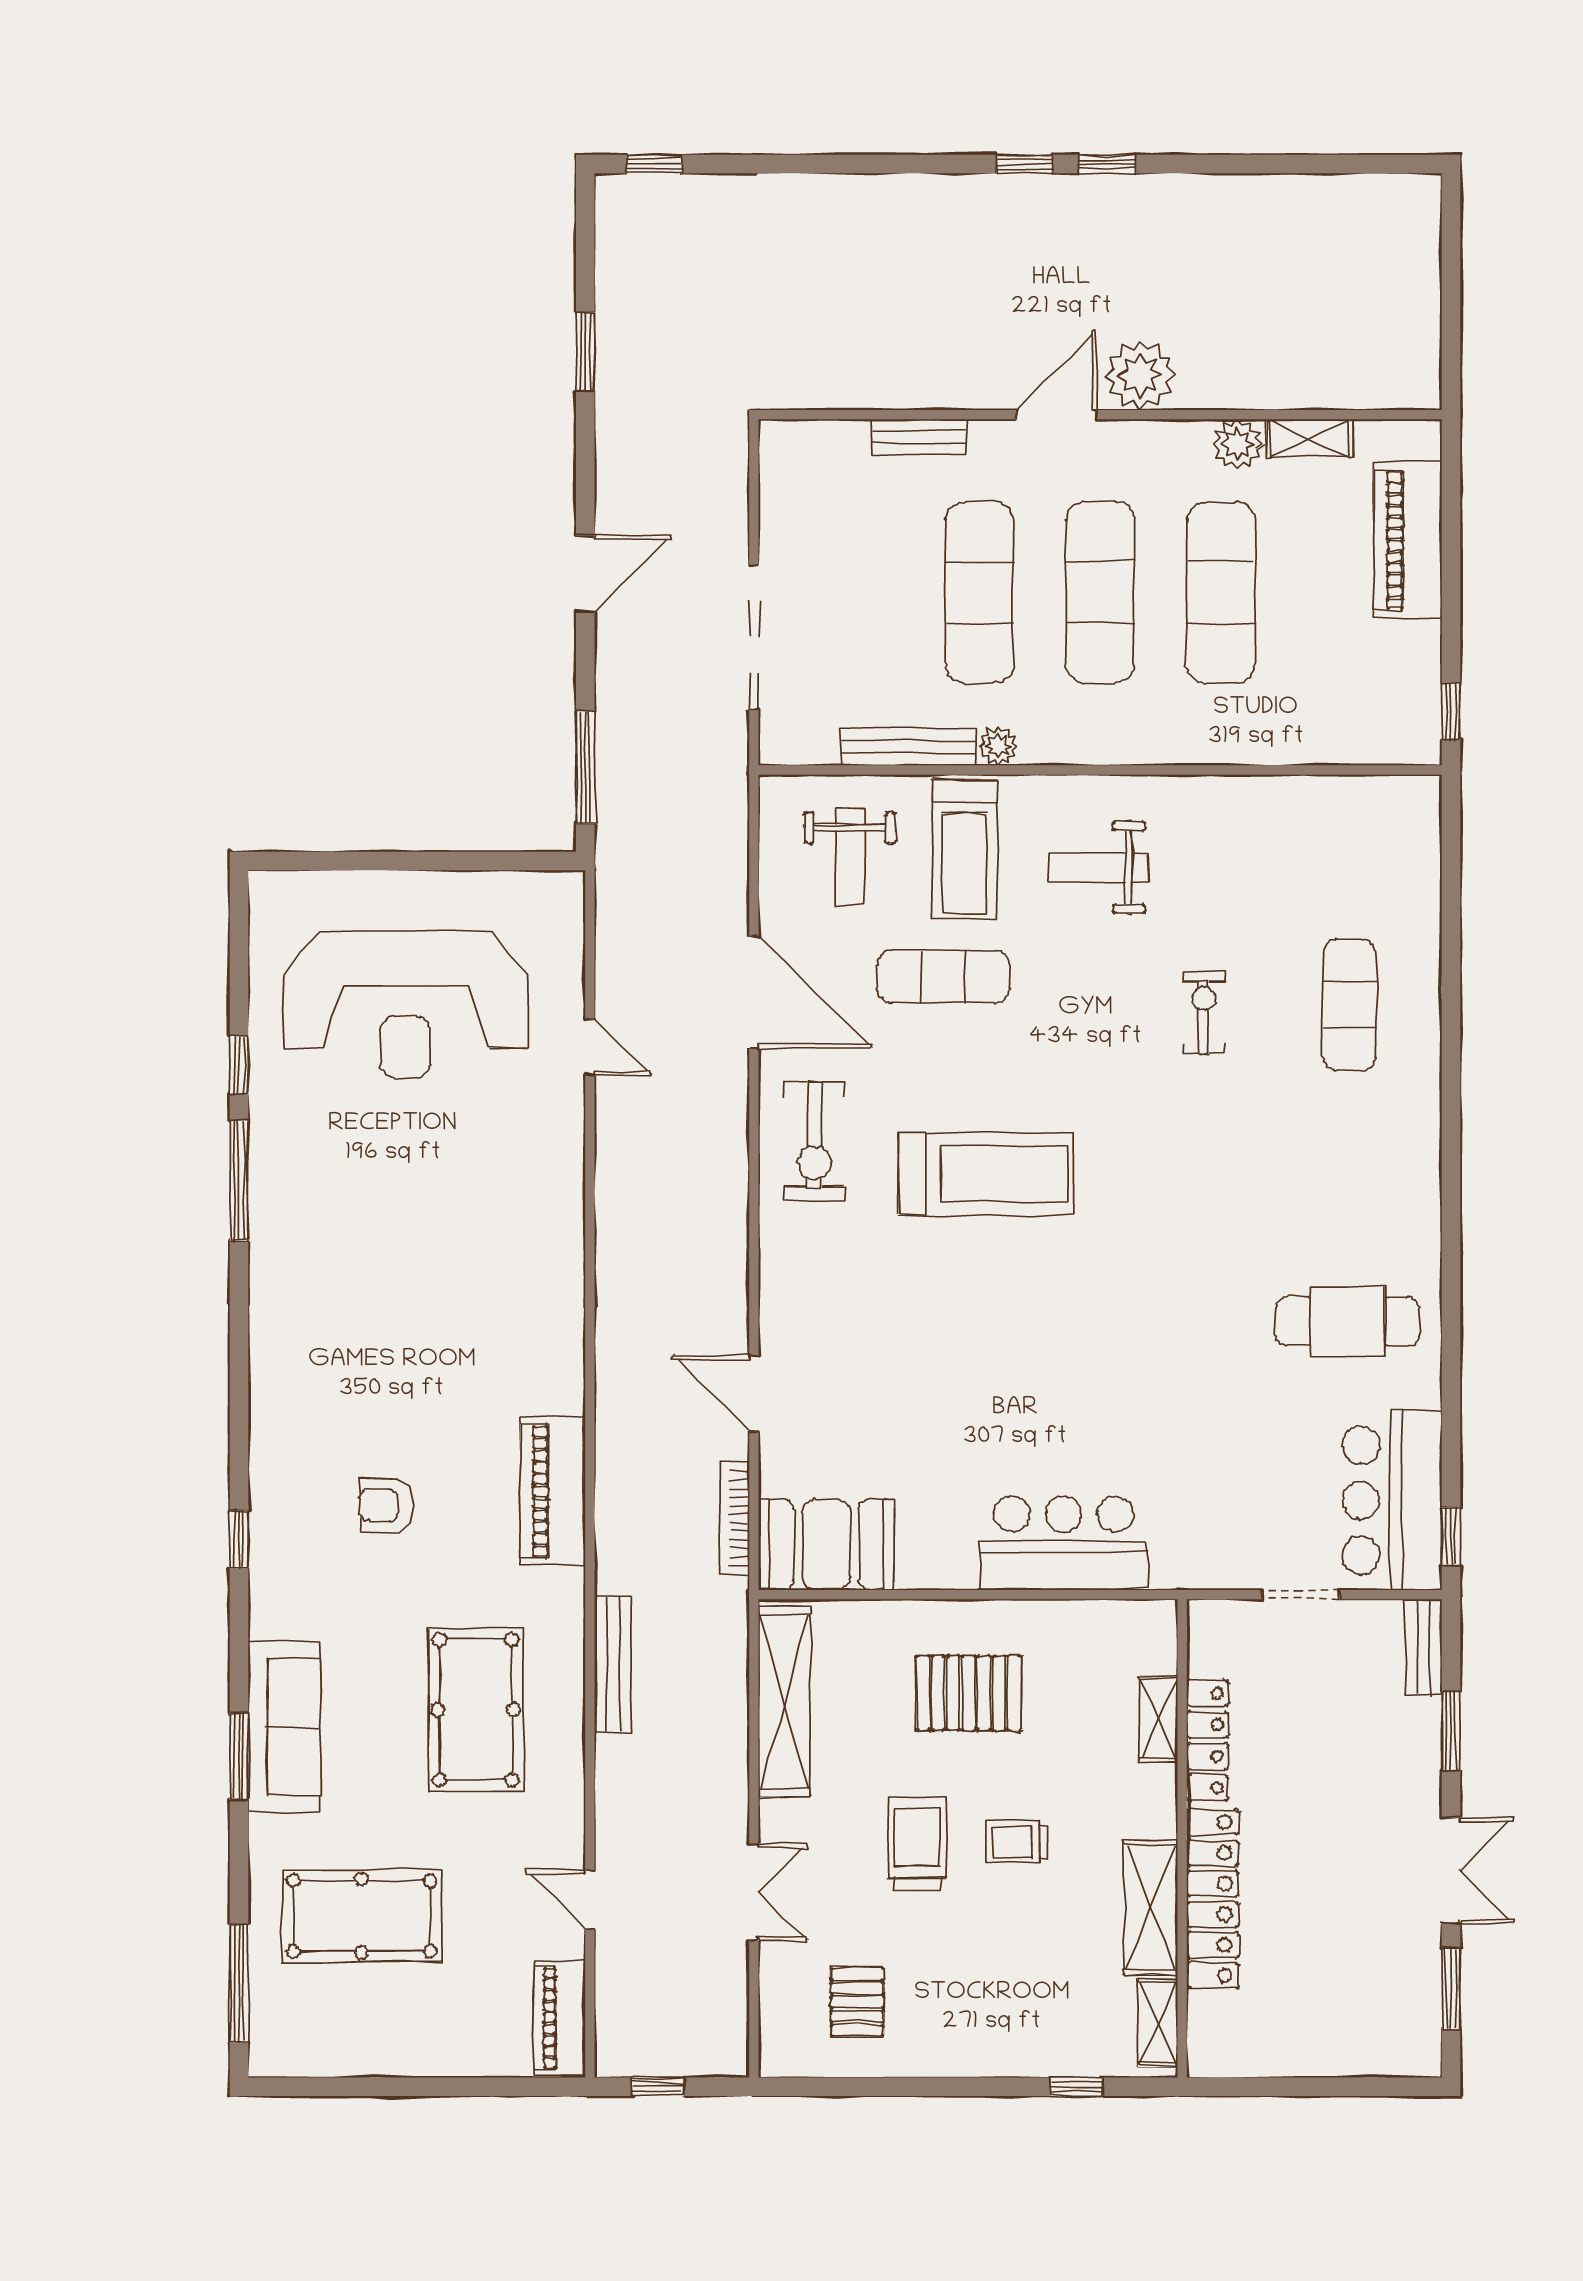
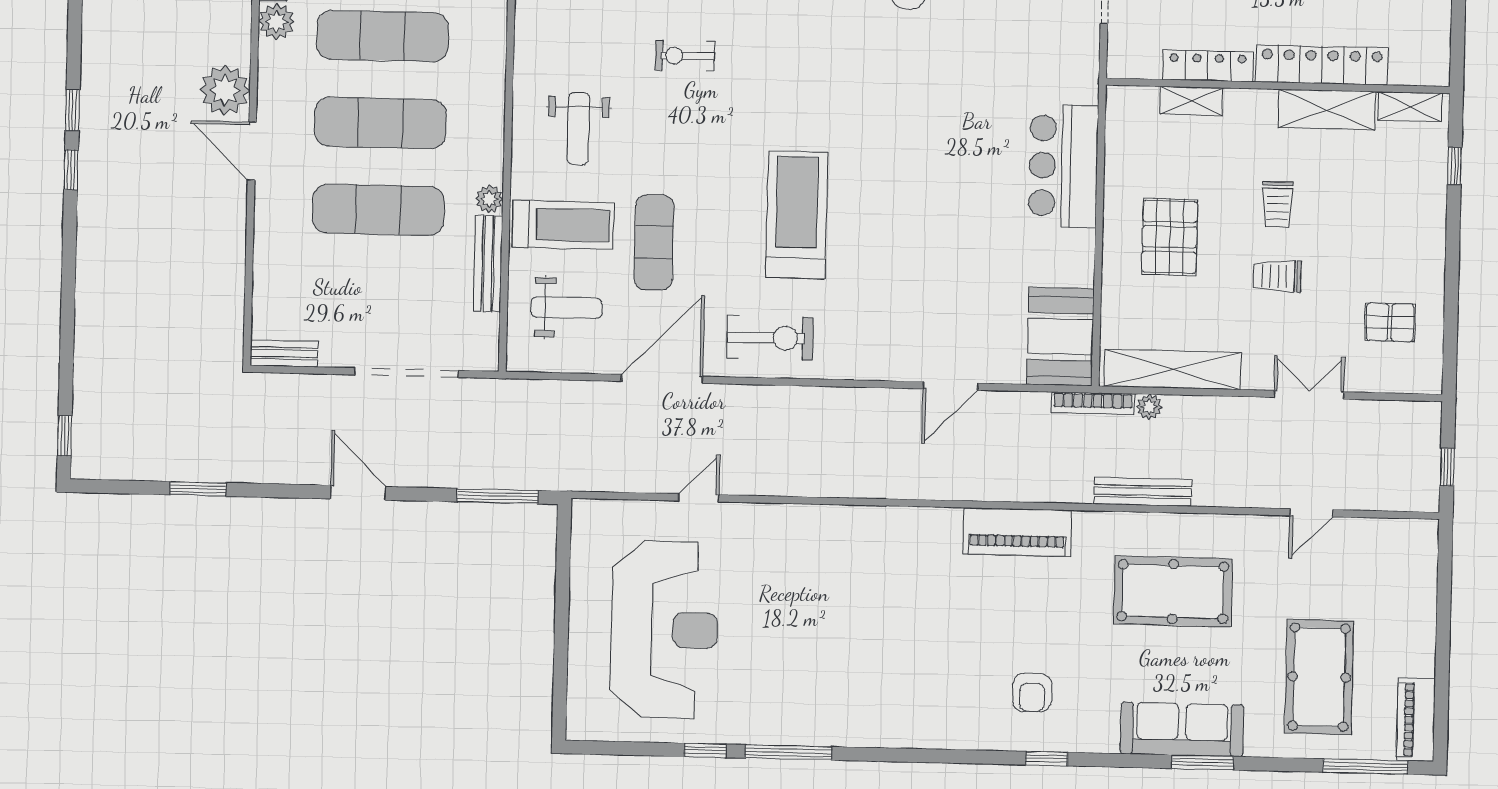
bench: (919, 437) -> (284, 353), moved, turned 90
armchair: (387, 1505) -> (1032, 693), moved
bookcase: (735, 1519) -> (1093, 403), moved
plant: (732, 1671) -> (1149, 407), added
trolley: (918, 1844) -> (1277, 276), width x0.73, depth x0.72
piano: (560, 2018) -> (1416, 720), moved, turned 90

